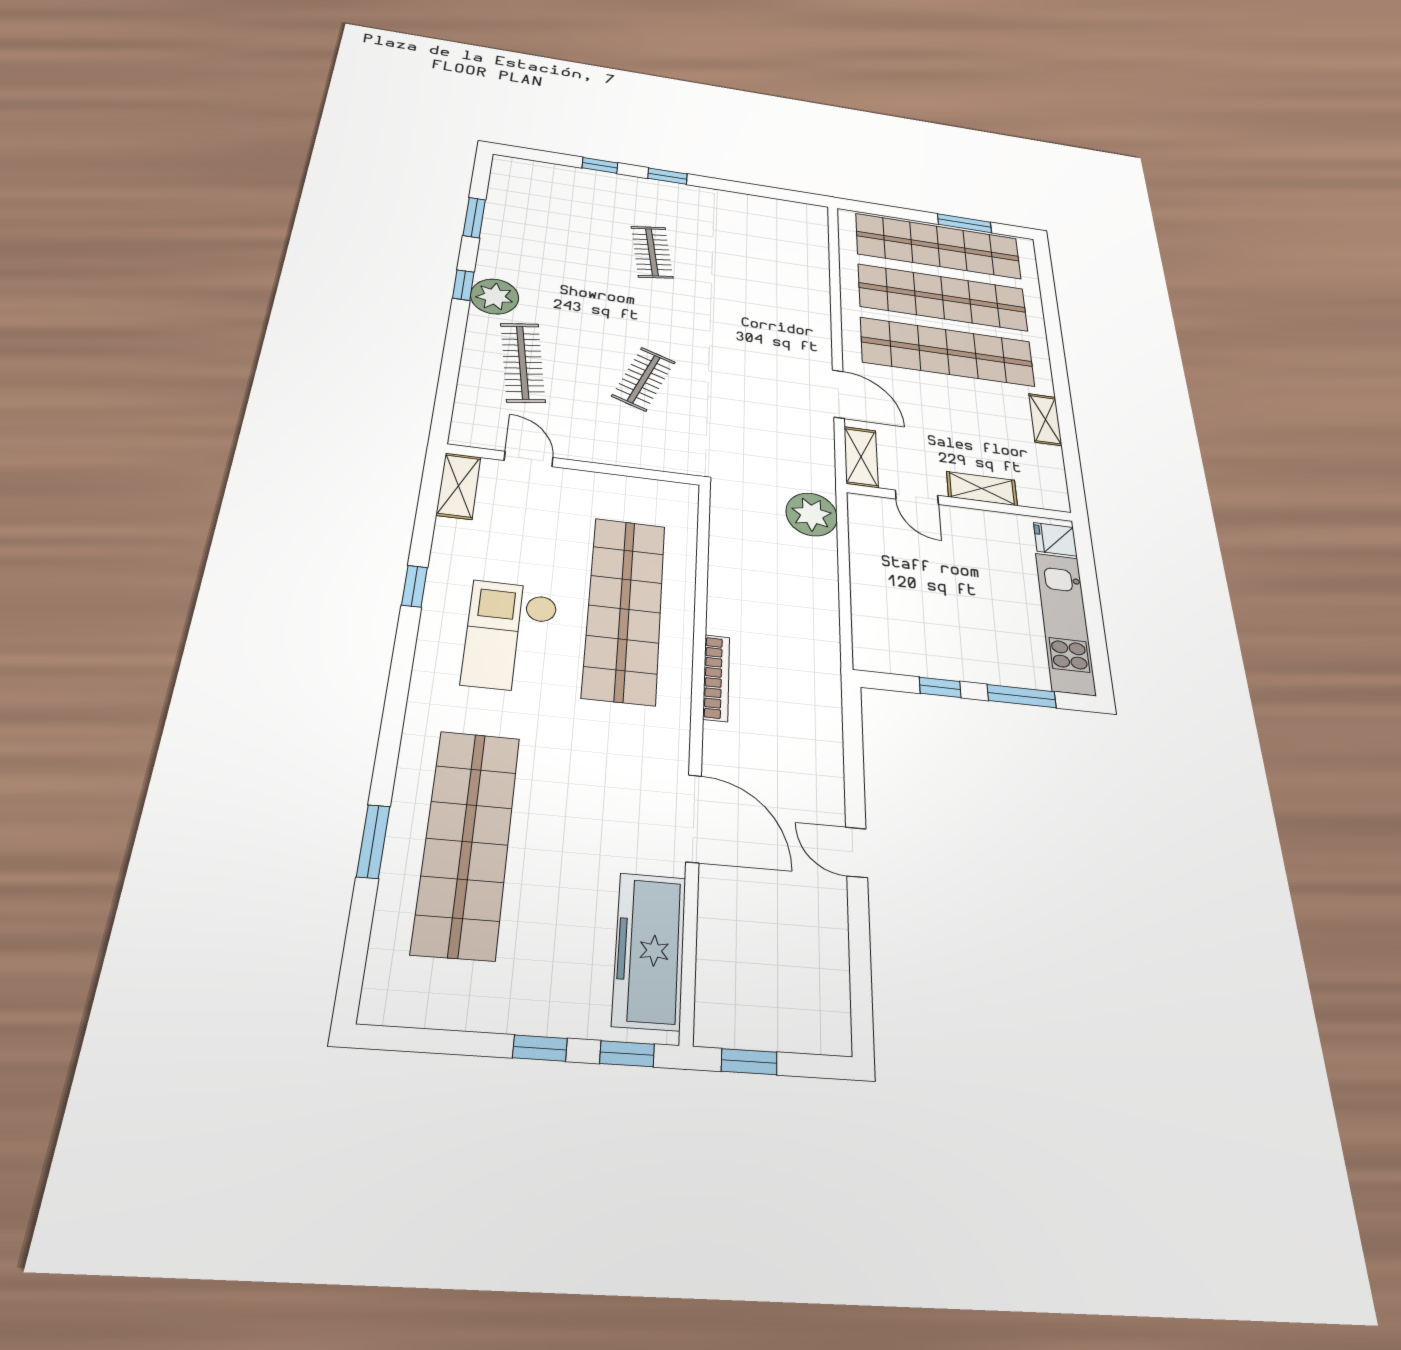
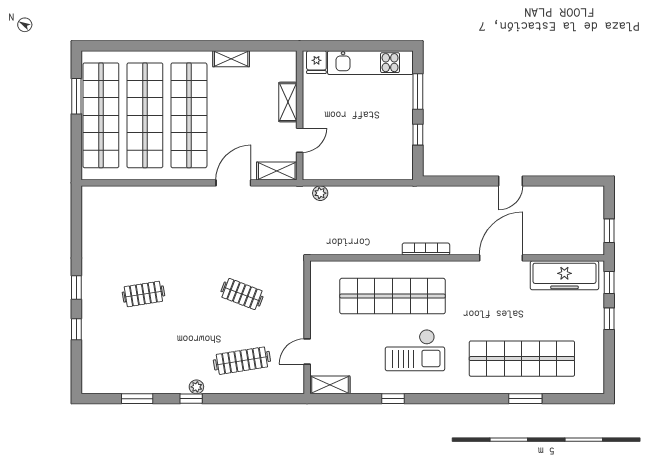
plant: (495, 296) -> (196, 387), width x0.53, depth x0.53
plant: (812, 514) -> (320, 193), width x0.53, depth x0.53

